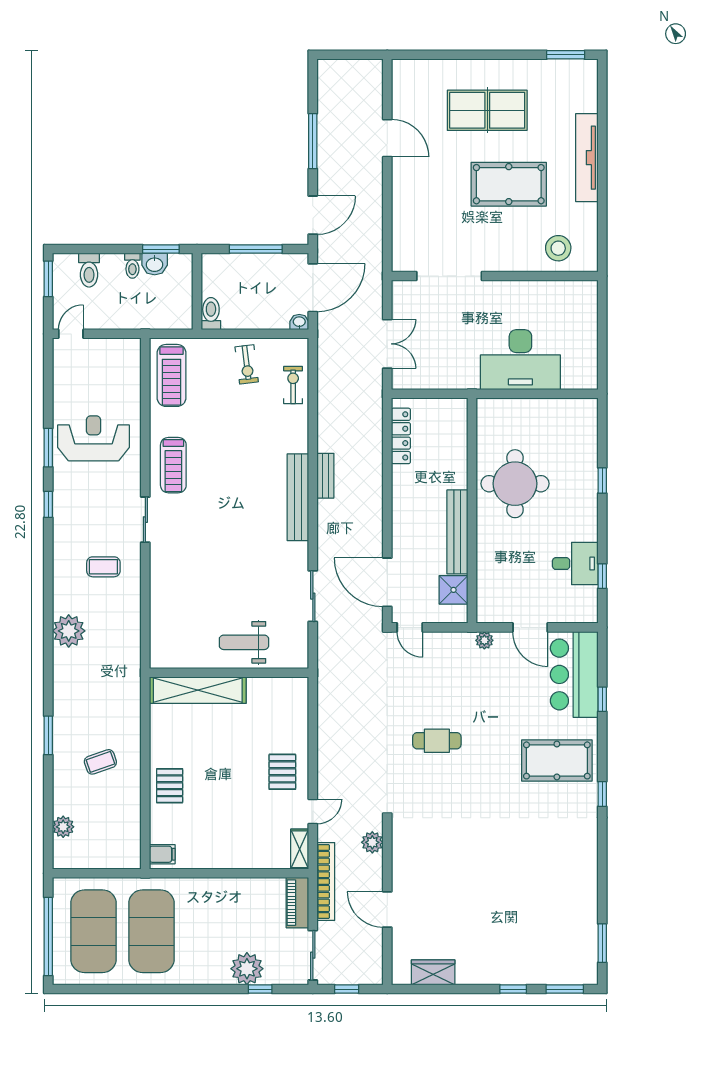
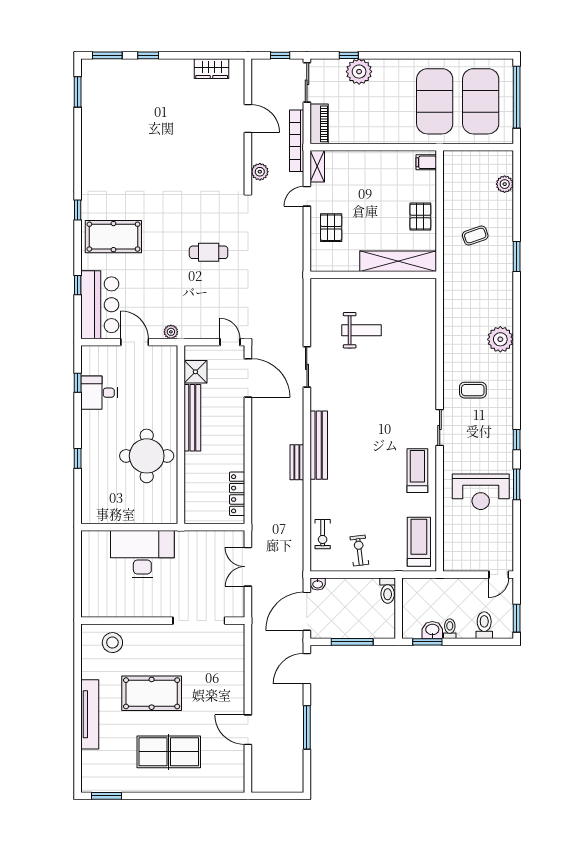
wall: (229, 673) -> (373, 275), moved
shelving: (198, 690) -> (398, 261), moved

